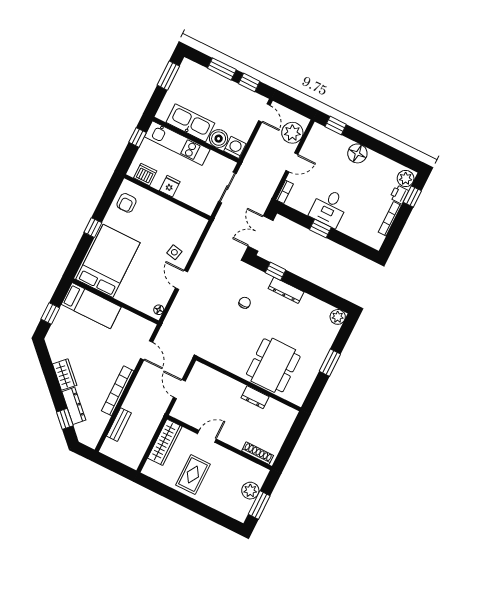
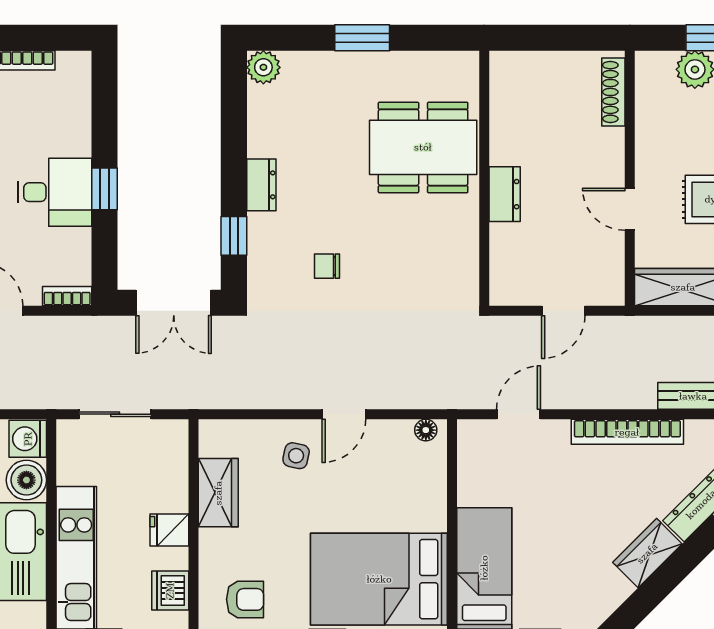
wardrobe: (175, 213) -> (218, 493), added
dresser: (286, 290) -> (261, 185), width x0.70
dresser: (255, 397) -> (505, 194), moved

